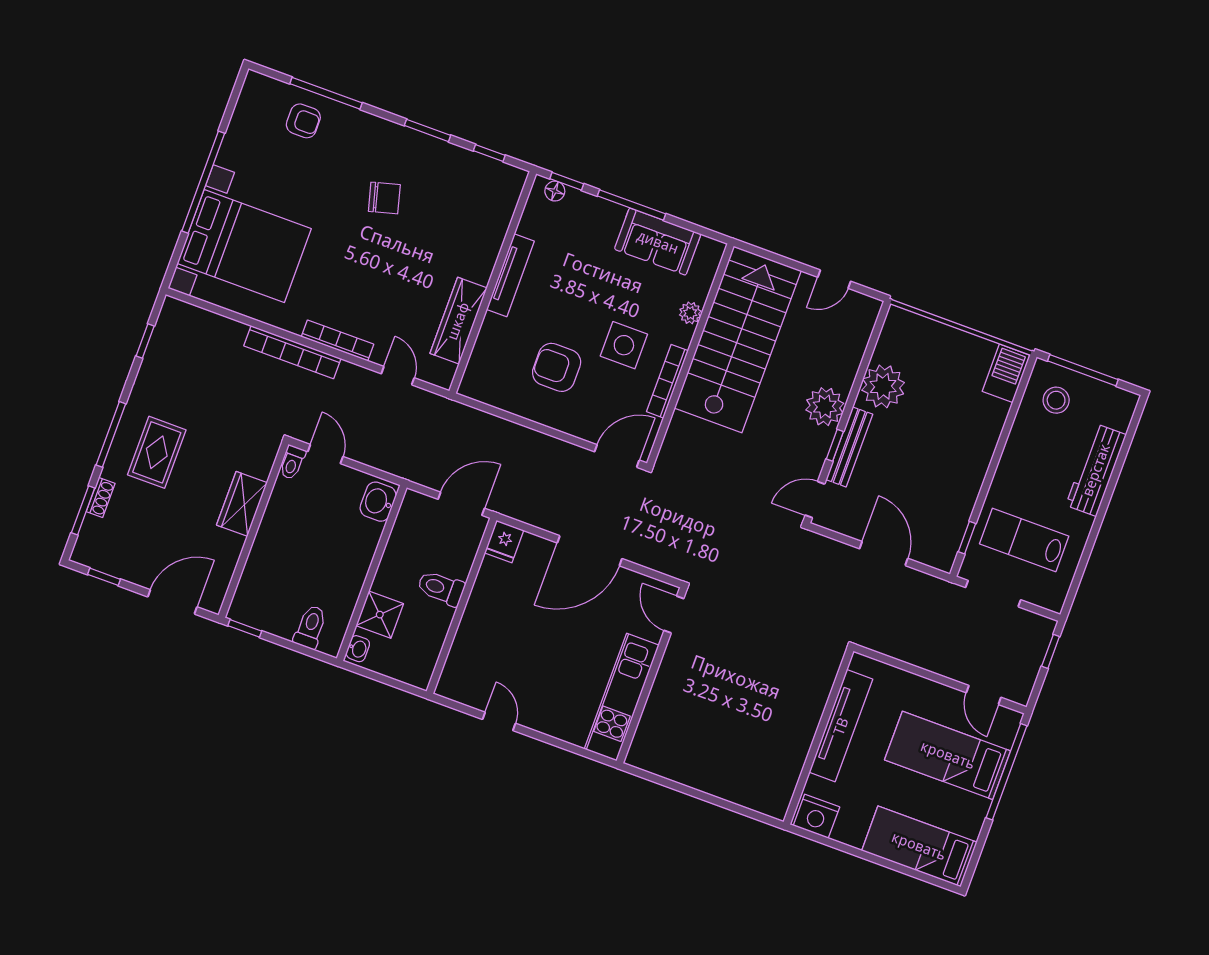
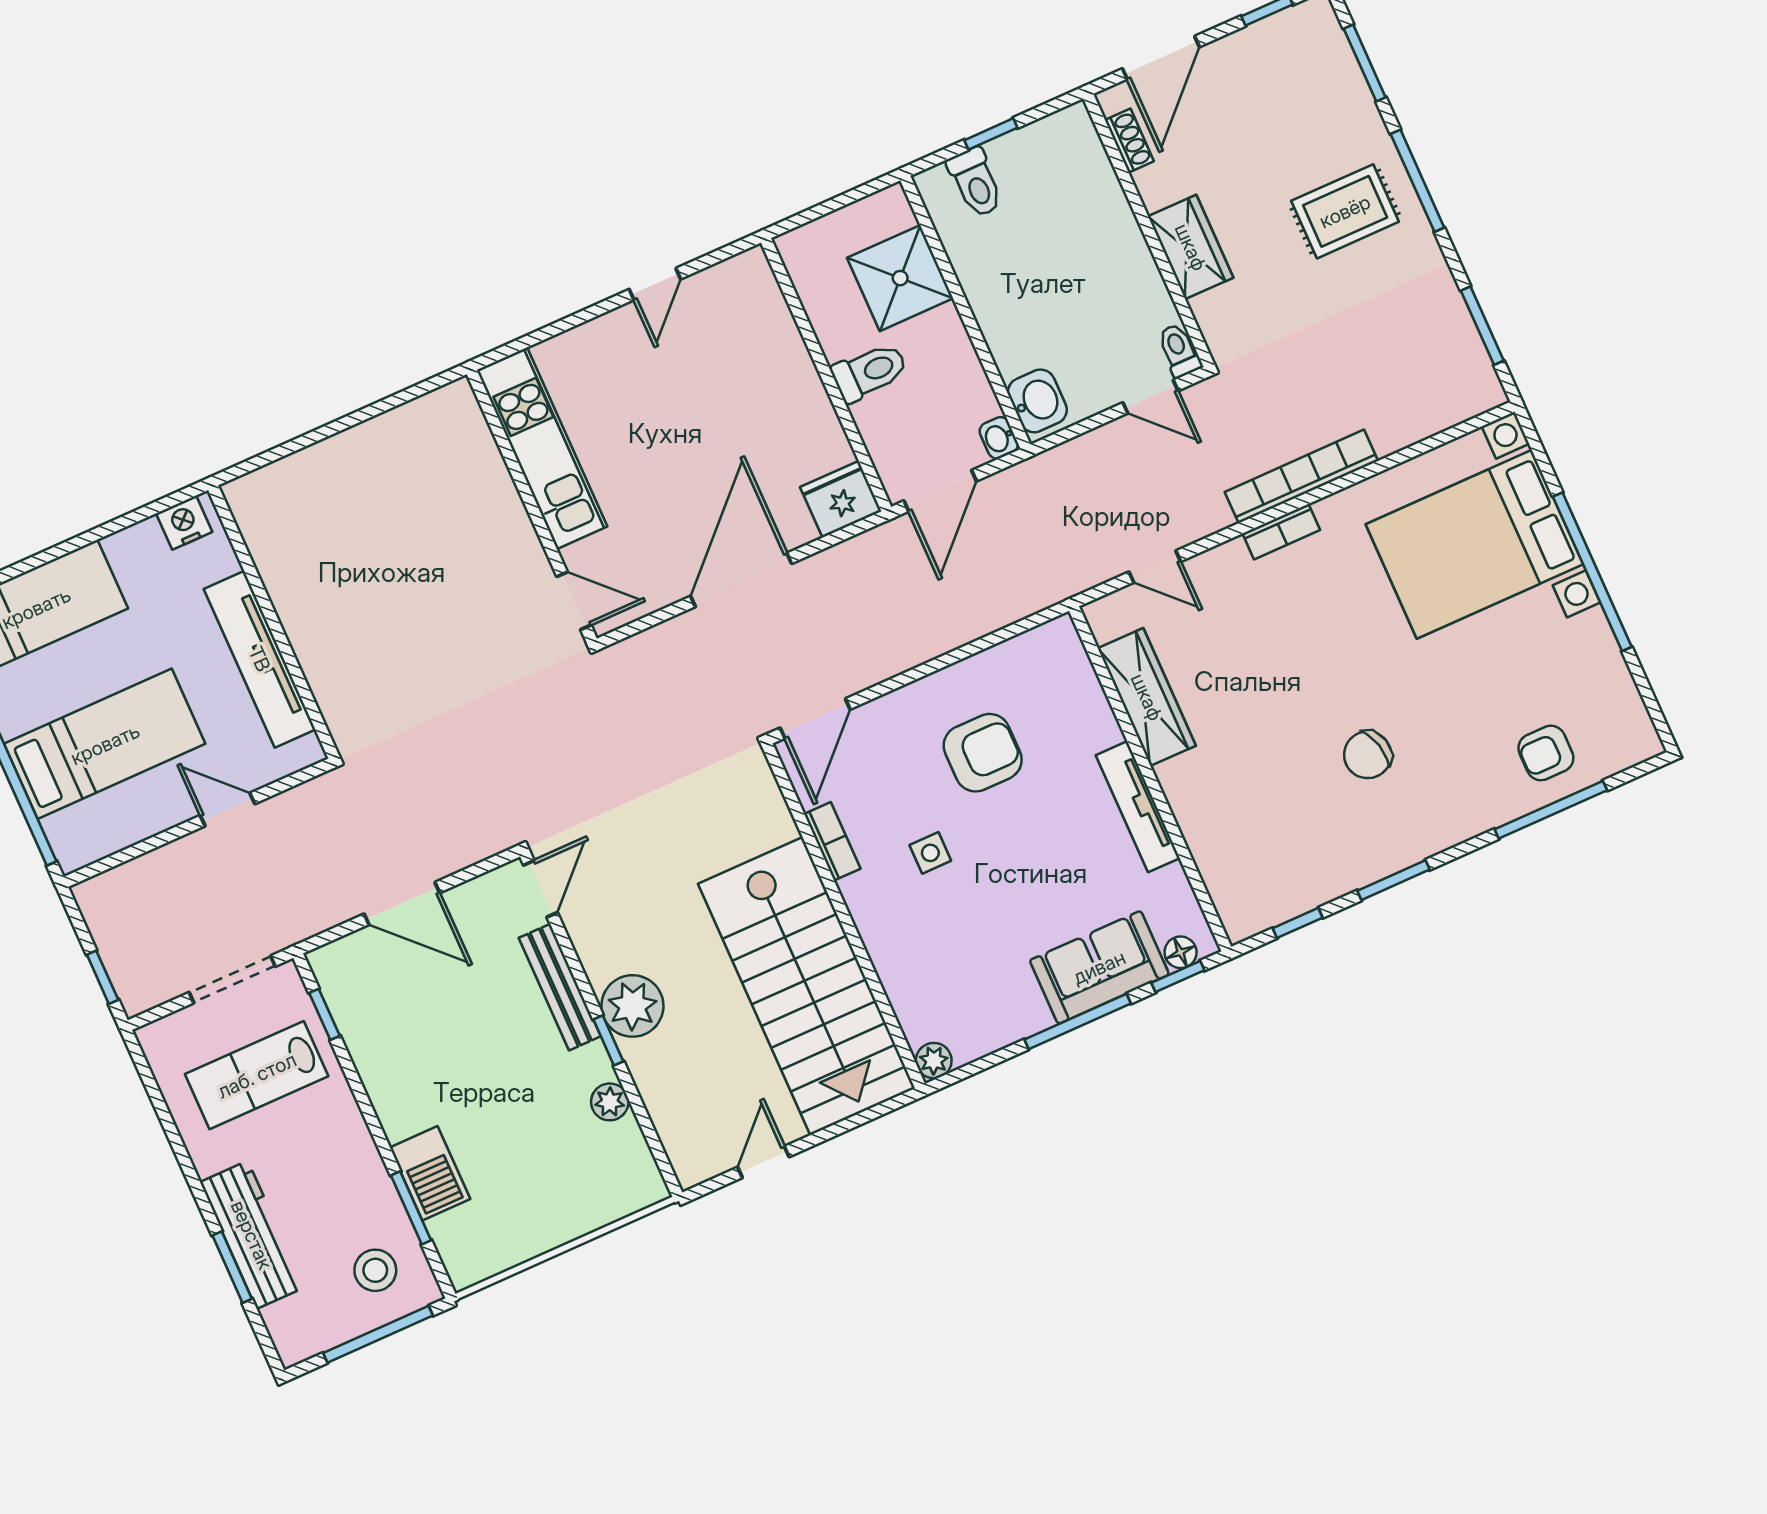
sofa: (658, 242) -> (1099, 967), moved
plant: (690, 313) -> (934, 1061), moved
window: (145, 341) -> (1482, 326), width x1.50
bookcase: (338, 341) -> (1281, 532), width x0.64
side table: (624, 345) -> (930, 853), width x0.54, depth x0.54
barbecue: (1006, 373) -> (430, 1173), moved
bookcase: (667, 381) -> (832, 841), width x0.64
plant: (883, 386) -> (610, 1102), width x0.53, depth x0.53
window: (1013, 413) -> (411, 1208), added
window: (835, 445) -> (608, 1040), moved
rug: (157, 452) -> (1345, 211), turned 90
window: (1119, 464) -> (232, 1267), added
shoe rack: (101, 497) -> (1129, 141), moved, turned 180
lab bench: (1024, 540) -> (257, 1075), turned 180
fridge: (504, 542) -> (841, 499), width x1.38
shower: (380, 615) -> (900, 278), width x1.36, depth x1.36
window: (245, 628) -> (991, 134), moved
washbasin: (358, 649) -> (999, 438), moved
door: (984, 695) -> (228, 810), moved
door: (499, 721) -> (655, 284), hinge flipped
nightstand: (816, 816) -> (184, 523), width x0.74, depth x0.75

